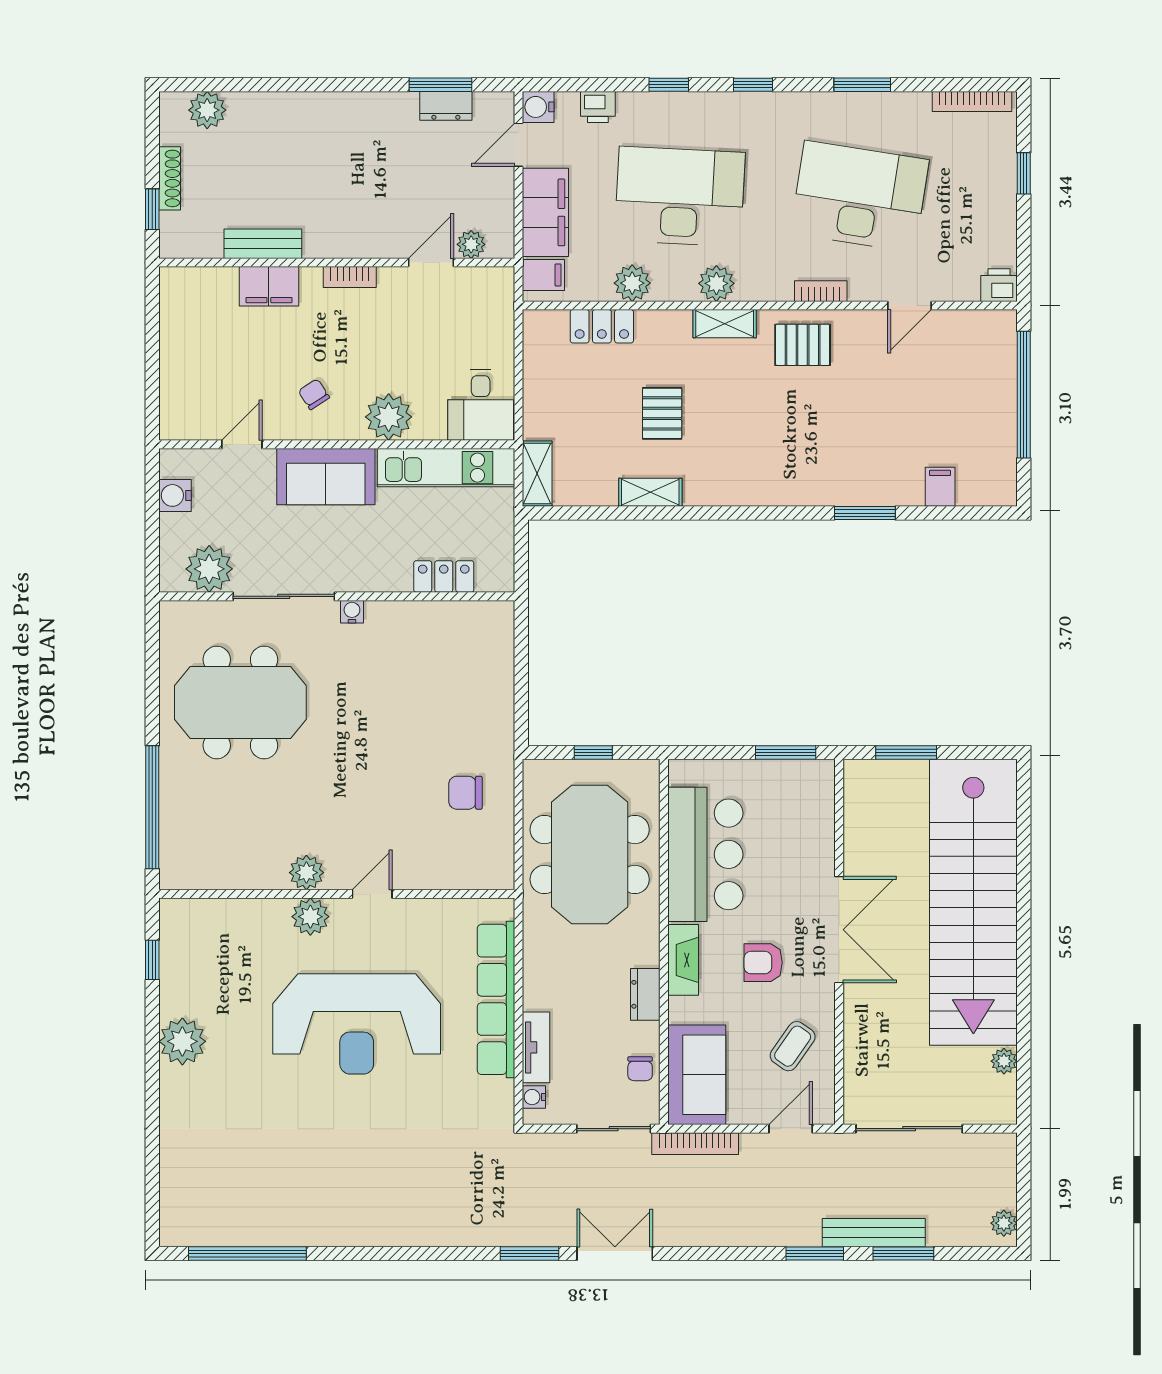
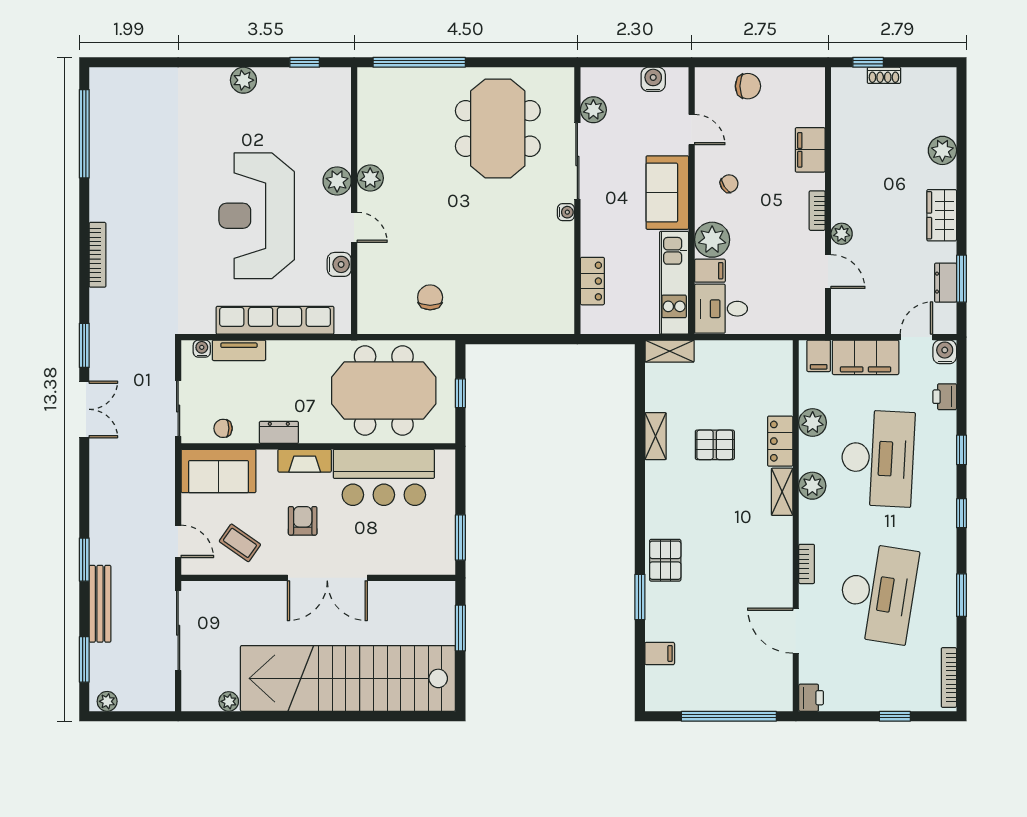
plant: (207, 110) -> (942, 150), moved
wardrobe: (356, 111) -> (942, 215), added
door: (519, 145) -> (916, 337), hinge flipped
shoe rack: (170, 178) -> (884, 75), width x0.70
bench: (263, 244) -> (842, 145), removed
plant: (471, 244) -> (842, 234), moved
door: (910, 305) -> (796, 631), width x1.38
locker: (602, 326) -> (780, 441), moved
pallet: (803, 345) -> (665, 560), moved
chair: (184, 369) -> (748, 86), added
filing cabinet: (430, 420) -> (710, 271), added
plant: (209, 569) -> (593, 110), width x0.73, depth x0.73
water cooler: (422, 914) -> (339, 264), added
plant: (182, 1041) -> (243, 80), width x0.73, depth x0.73
bookcase: (695, 1144) -> (98, 255), moved, turned 180
window: (903, 1254) -> (84, 659), moved

